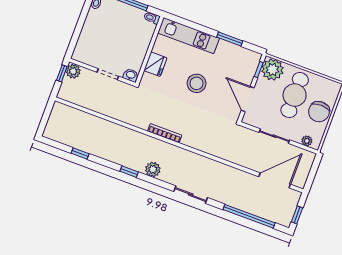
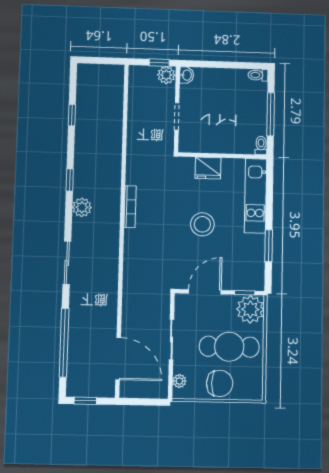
washbasin: (131, 75) -> (187, 75), moved
chair: (319, 112) -> (220, 383), turned 180

